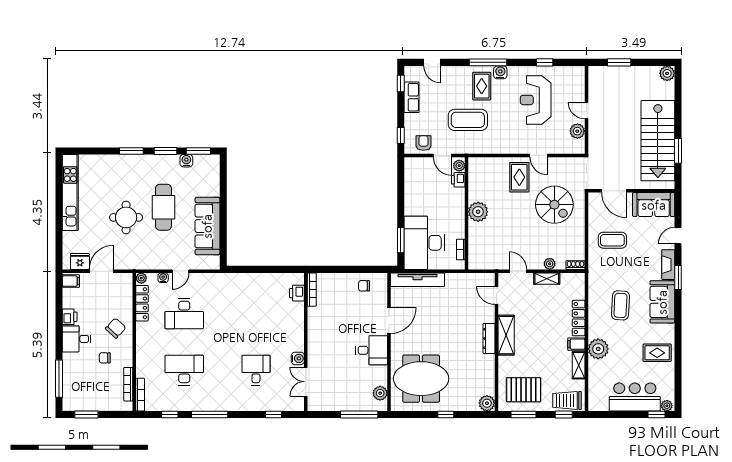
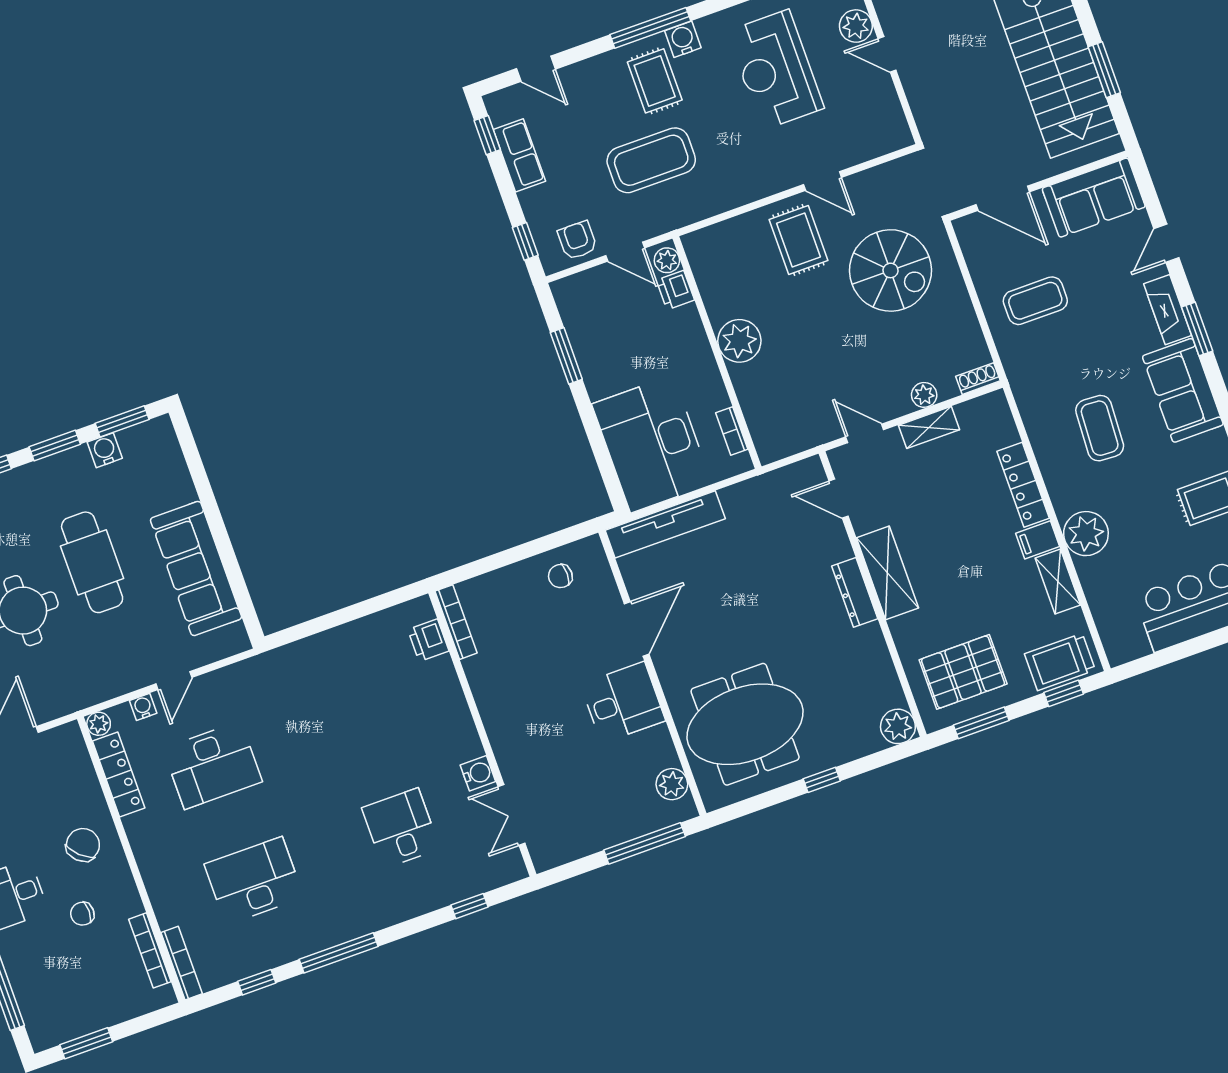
plant: (577, 131) -> (856, 26), moved
window: (401, 240) -> (566, 356), moved

